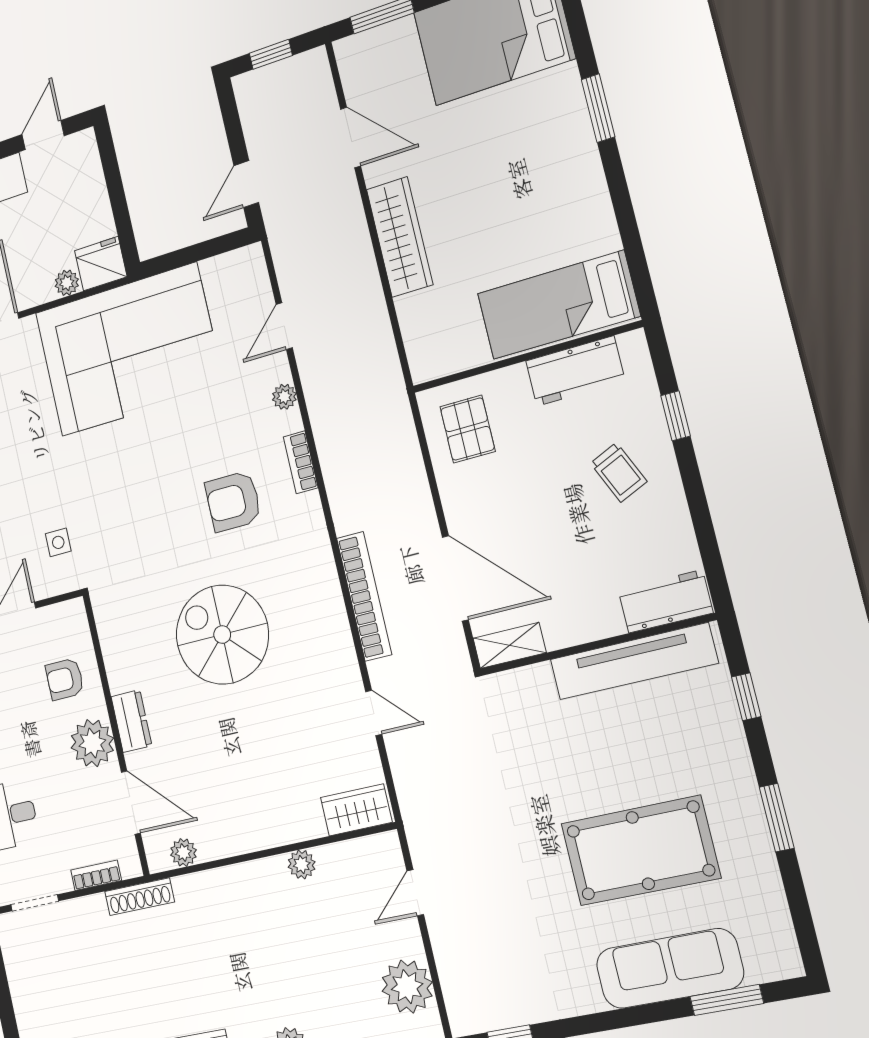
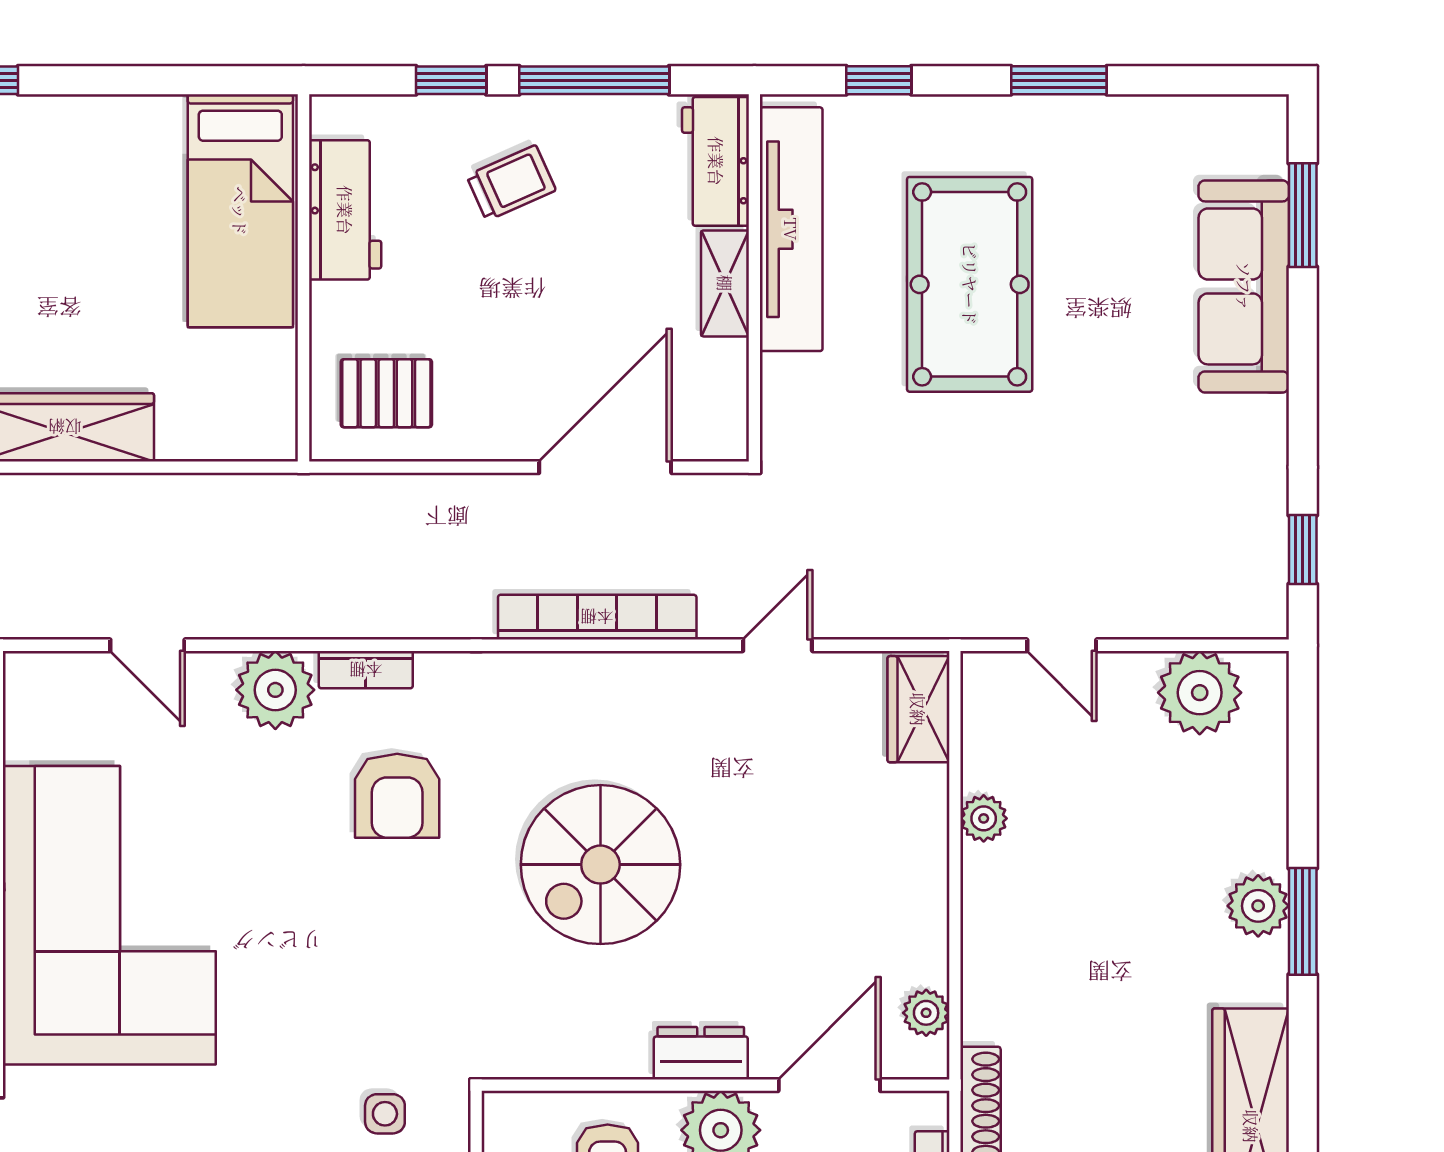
plant: (284, 397) -> (275, 690), width x1.88, depth x1.88
window: (699, 509) -> (594, 80), added
shelving: (509, 645) -> (725, 283), moved
pool table: (640, 851) -> (970, 284), moved

